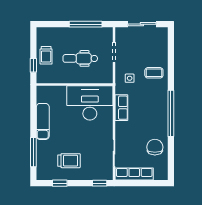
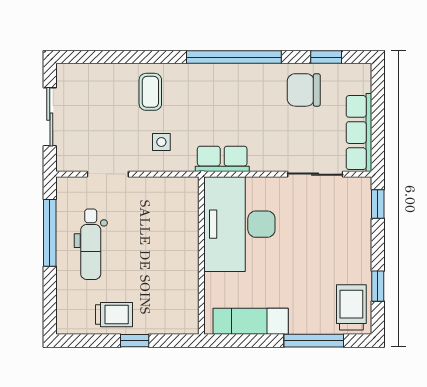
dental chair: (80, 58) -> (91, 244), moved
wall: (75, 84) -> (201, 256), moved
desk: (90, 103) -> (239, 224), moved
window: (171, 158) -> (326, 57), added
trolley: (69, 161) -> (351, 307), moved

